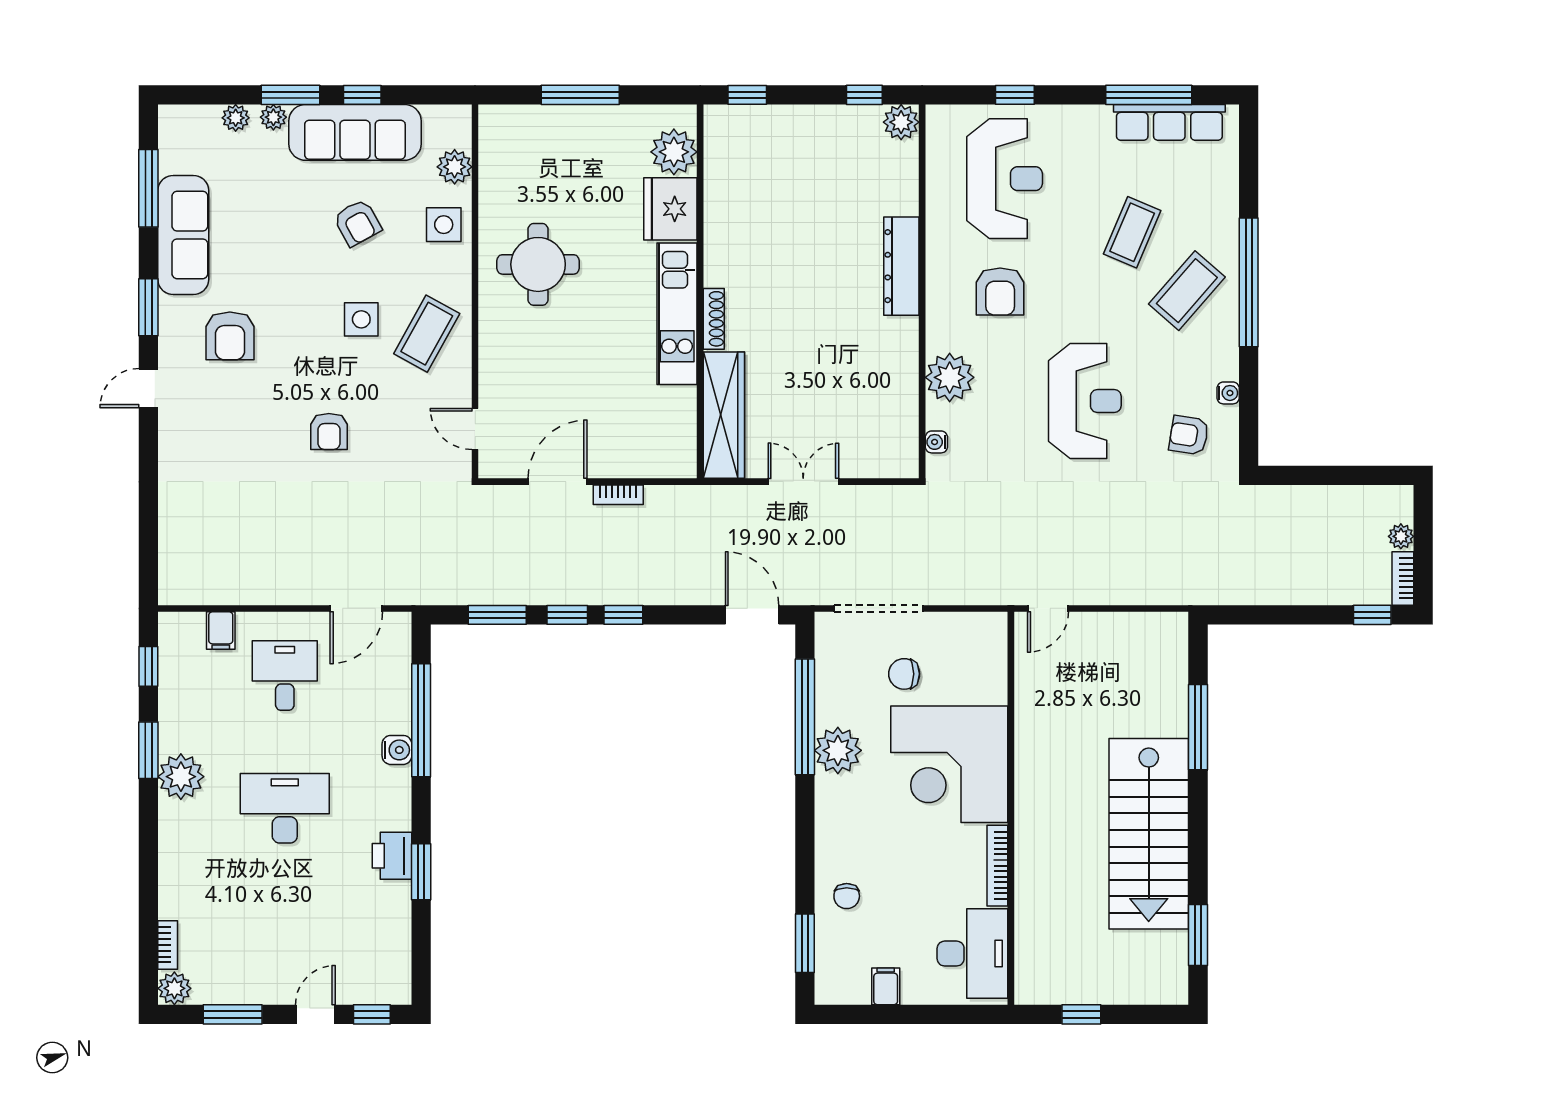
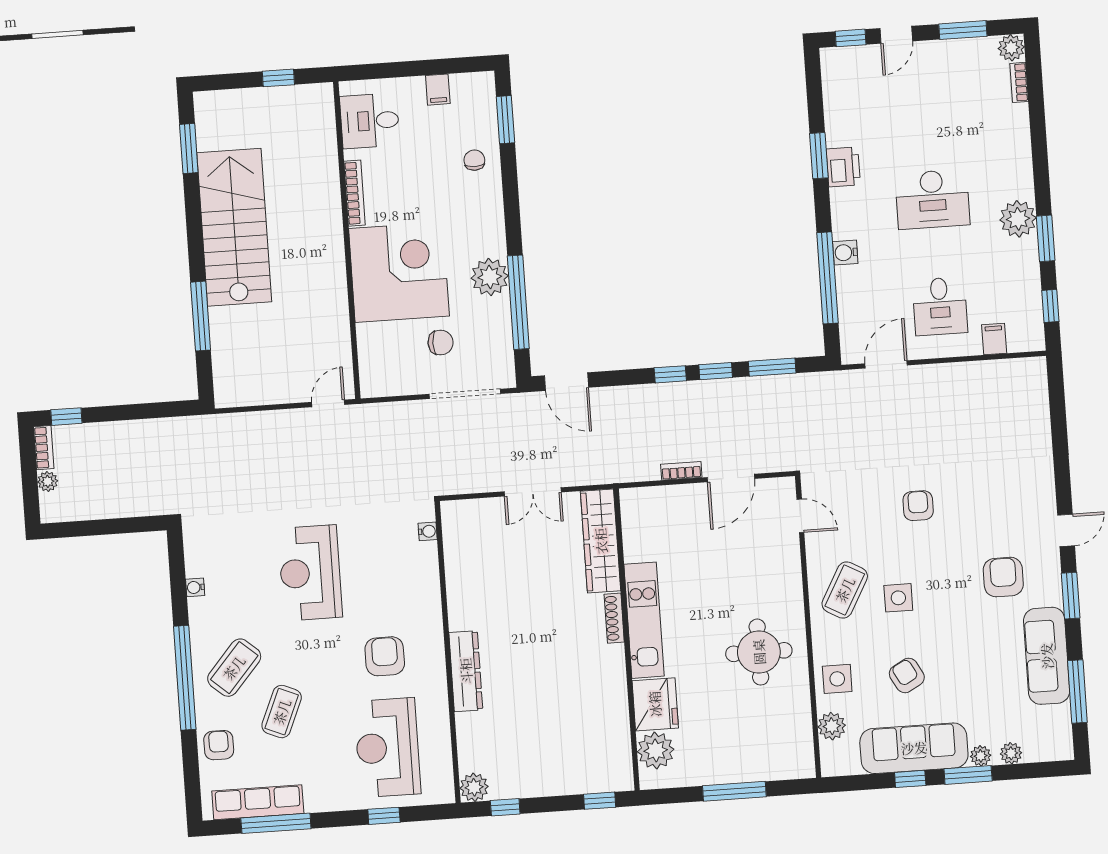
plant: (950, 377) -> (421, 584), removed
armchair: (1189, 435) -> (219, 745), moved, turned -99
desk: (972, 954) -> (370, 121), width x0.73

